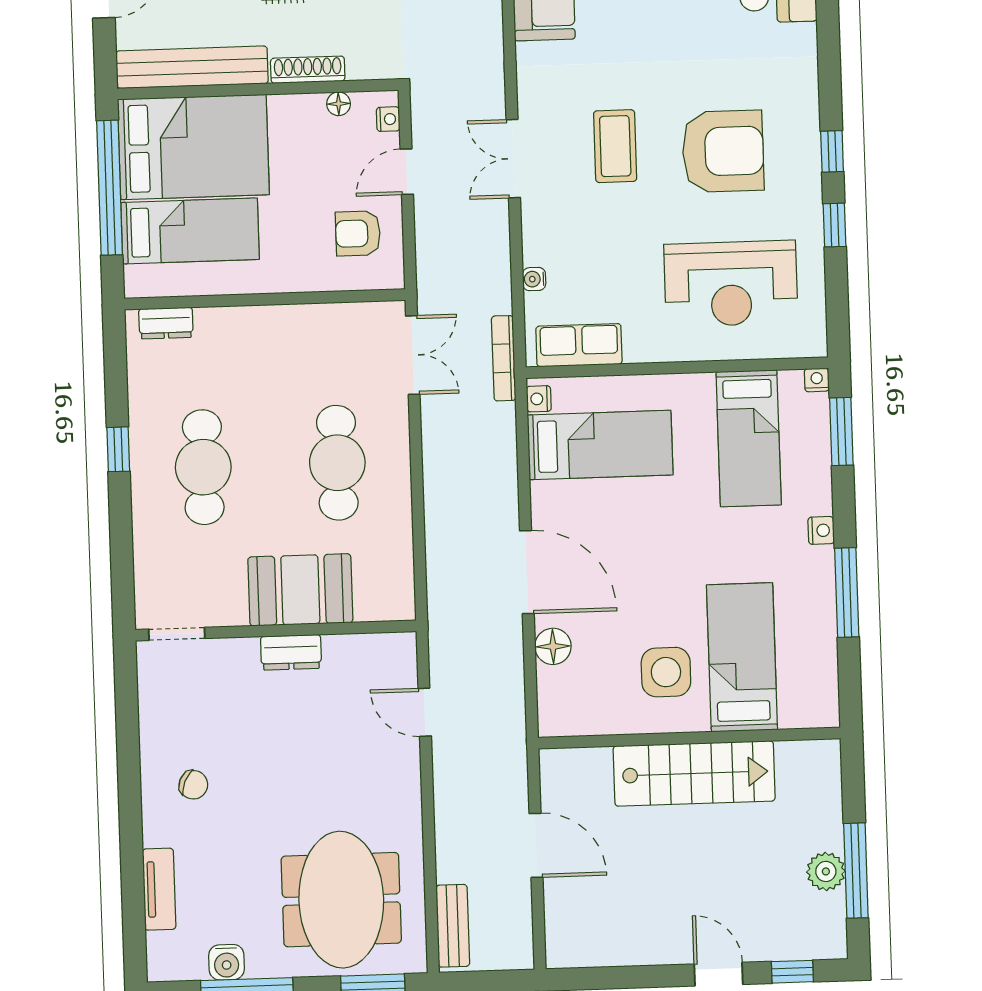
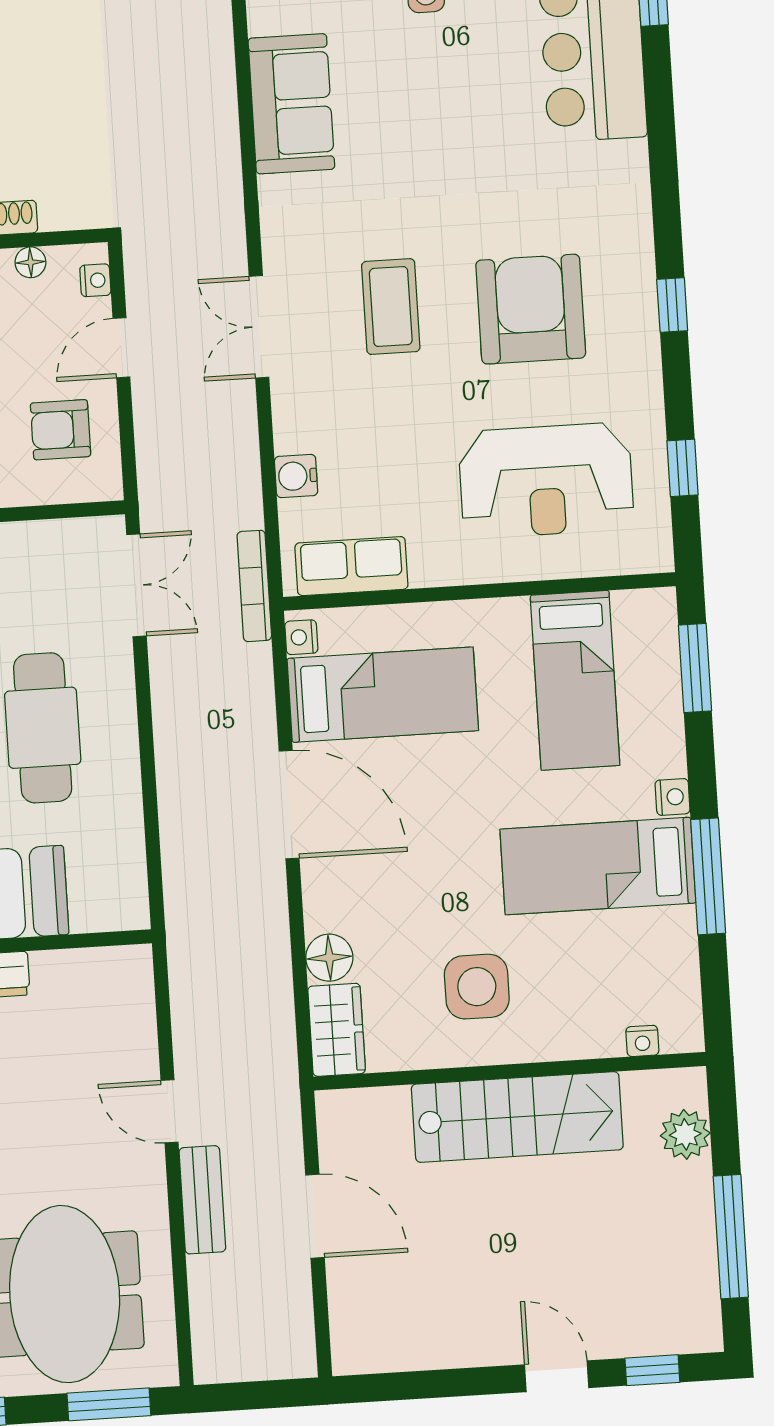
armchair: (723, 151) -> (531, 309), turned -90
window: (835, 225) -> (682, 468), moved
water cooler: (534, 279) -> (296, 476), width x1.38, depth x1.38
nightstand: (817, 380) -> (642, 1041), moved, turned 180
door: (527, 572) -> (289, 805), moved
bed: (742, 657) -> (598, 866), moved, turned -90
wardrobe: (557, 702) -> (337, 1030), added
door: (425, 712) -> (169, 1111), moved
plant: (826, 871) -> (685, 1134), moved
bench: (453, 926) -> (202, 1200), moved

